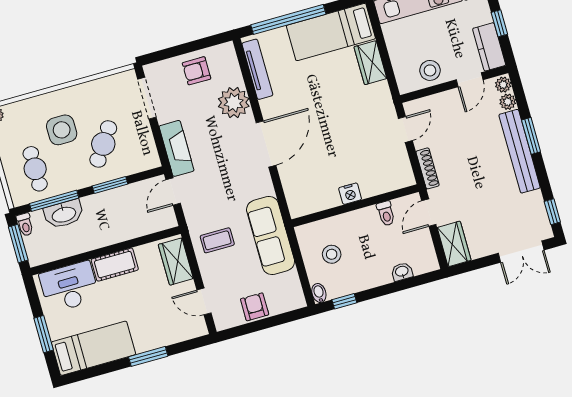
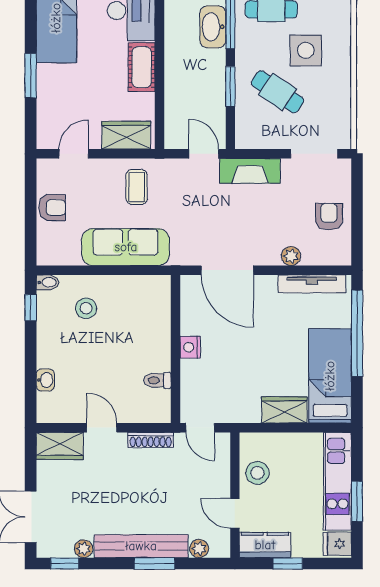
plant: (503, 85) -> (84, 549), moved
plant: (234, 103) -> (291, 256), width x0.53, depth x0.53
nightstand: (350, 194) -> (190, 347), moved
wall: (355, 206) -> (176, 349), moved
toilet: (386, 213) -> (157, 380), moved

